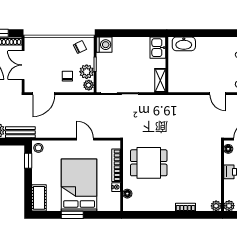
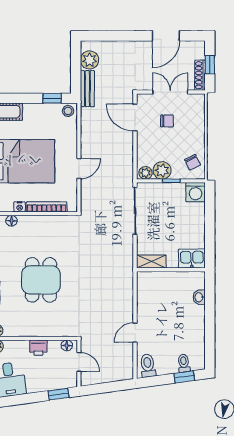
washbasin: (184, 44) -> (199, 297), width x0.52, depth x0.69
chair: (67, 76) -> (167, 121), moved
dining table: (149, 163) -> (41, 280), moved

